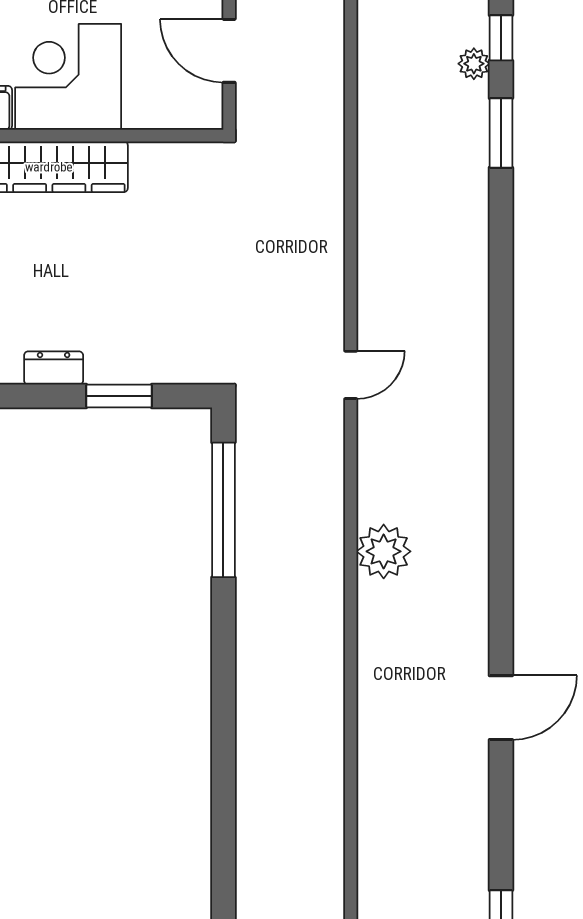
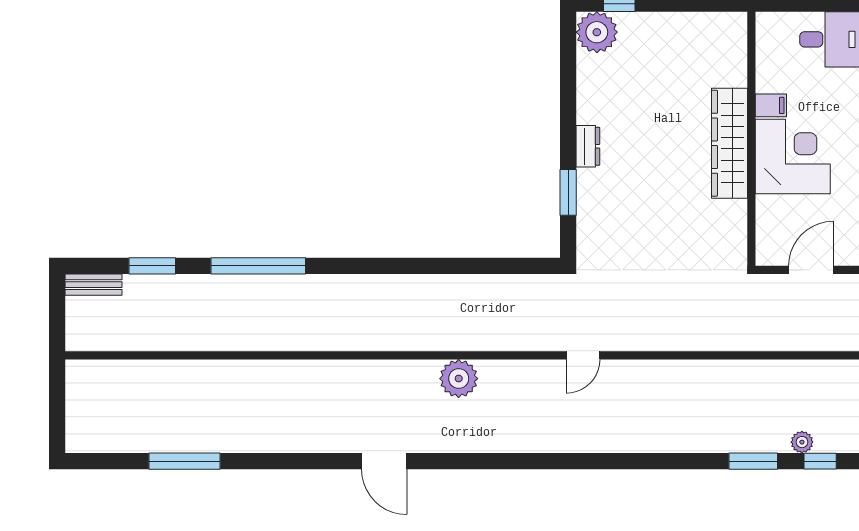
door: (351, 375) -> (583, 355), hinge flipped
window: (223, 510) -> (258, 266), moved
door: (501, 708) -> (384, 461), moved

